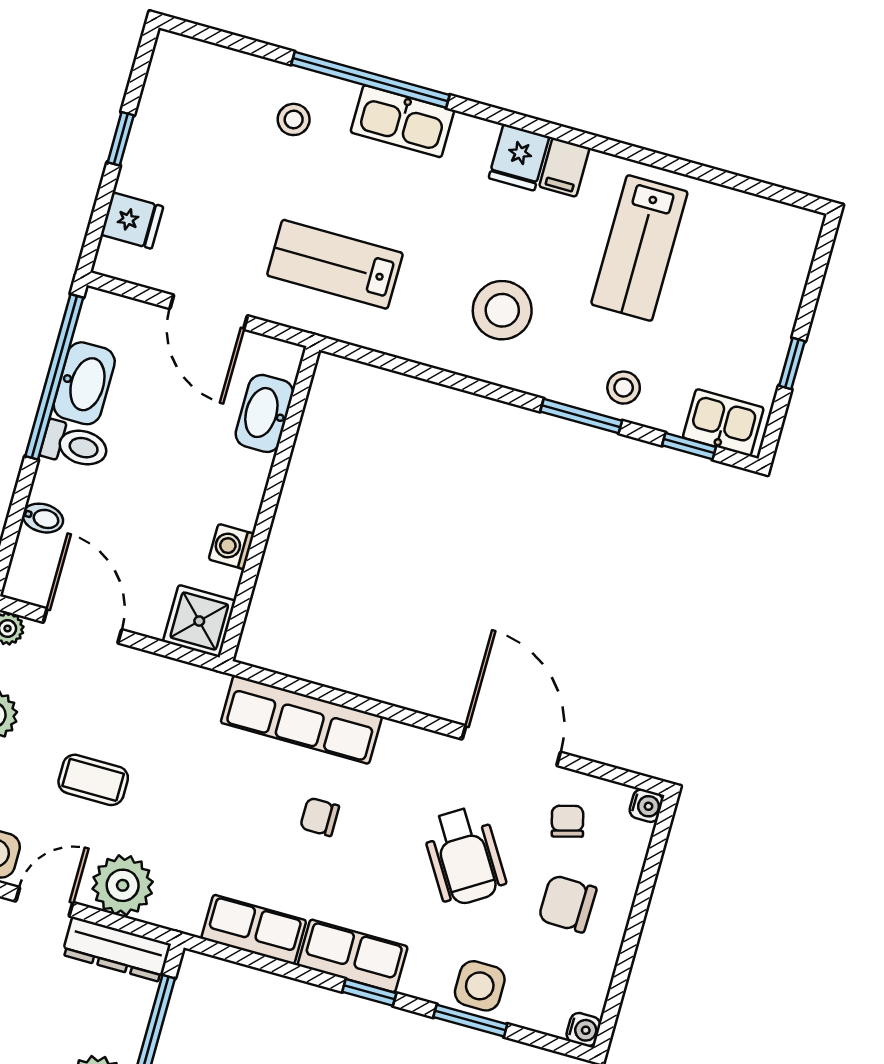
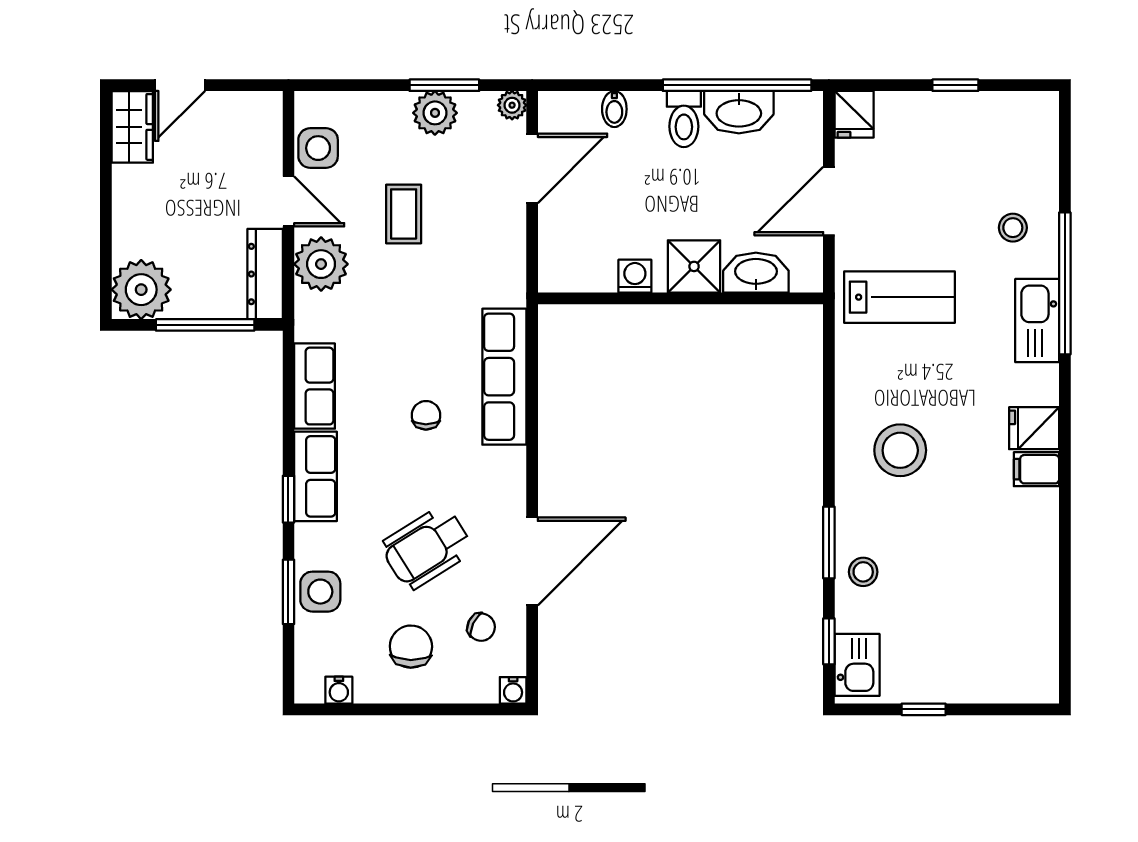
fridge: (132, 221) -> (854, 114), moved
lab bench: (639, 248) -> (986, 552), removed
lab bench: (335, 264) -> (900, 297), turned 90
shower: (199, 621) -> (694, 266), moved
chair: (567, 821) -> (481, 627), turned 41
water cooler: (583, 1030) -> (339, 690), moved

